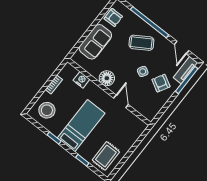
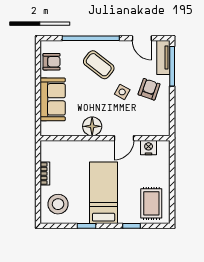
coffee table: (141, 43) -> (99, 65), turned 70
nightstand: (81, 80) -> (149, 148), moved
armchair: (161, 83) -> (149, 89), turned 80
door: (121, 101) -> (124, 138), swing flipped

